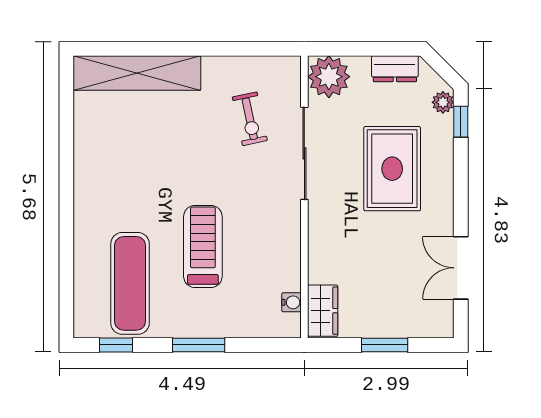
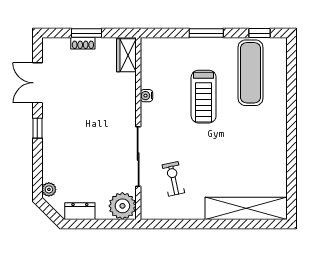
window: (461, 122) -> (37, 128), moved
rug: (392, 169) -> (82, 147), removed
double door: (461, 268) -> (37, 83), swing flipped
water cooler: (292, 302) -> (146, 96), moved
shoe rack: (390, 329) -> (83, 43), added

